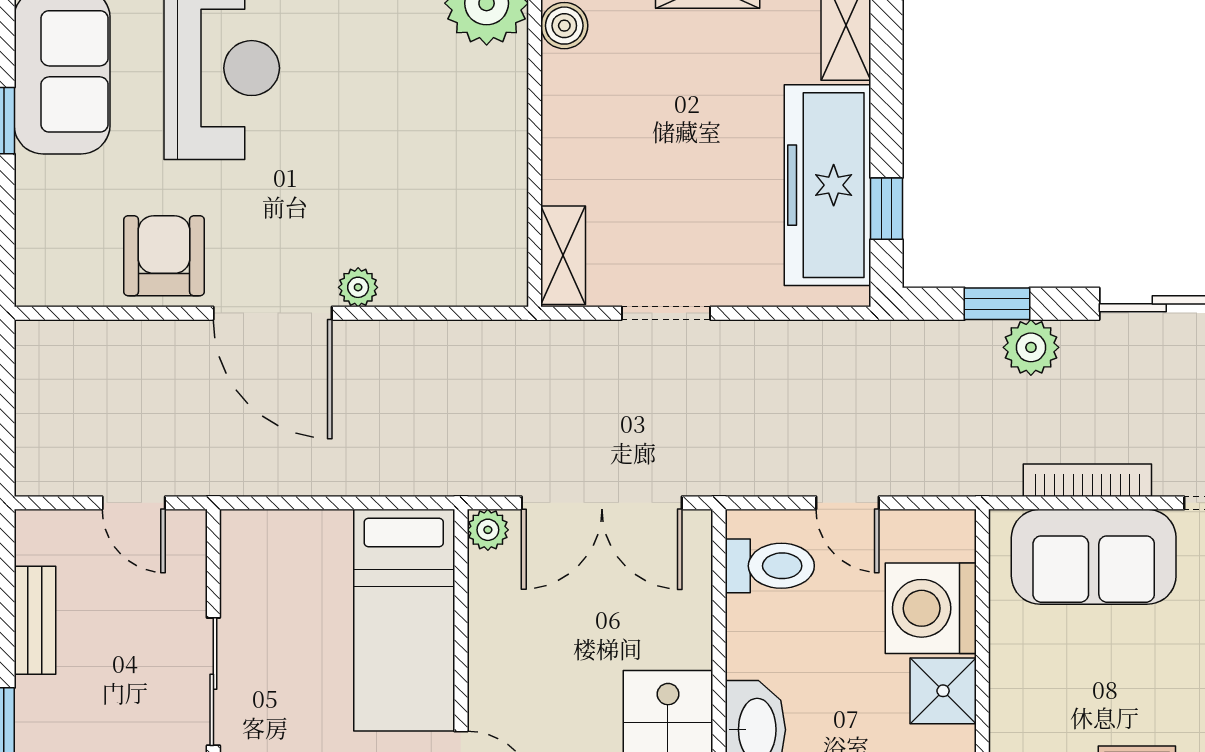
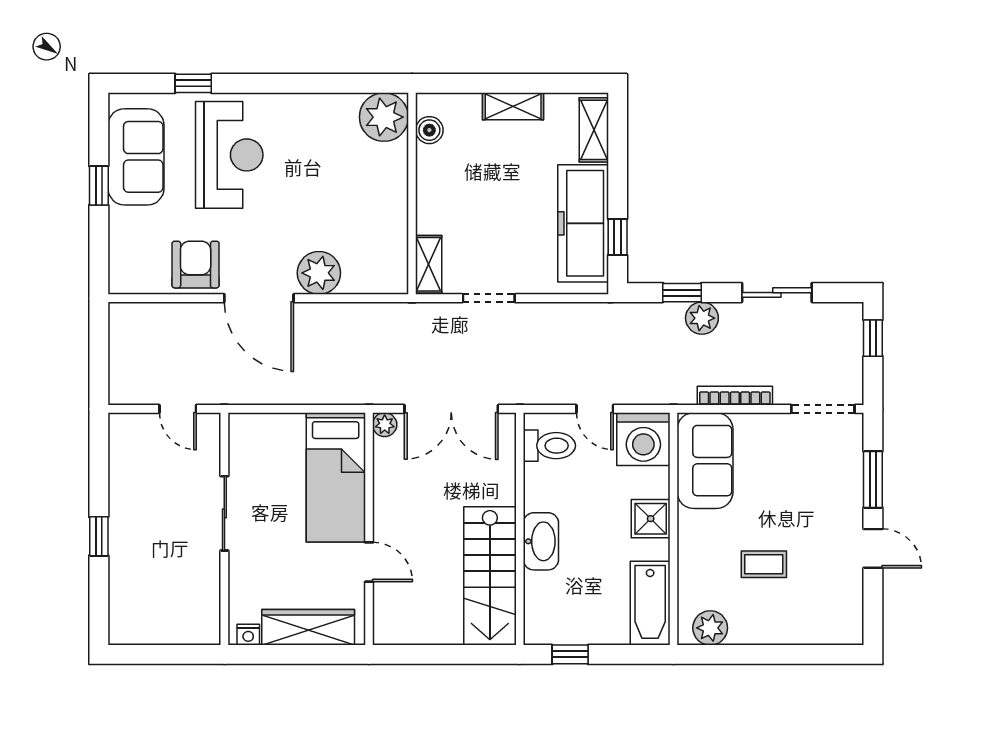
plant: (358, 287) -> (319, 273), width x1.87, depth x1.87
sofa: (1094, 557) -> (705, 461), moved, turned -90
washing machine: (931, 608) -> (643, 439), moved, turned -90
bench: (35, 620) -> (120, 477), removed

